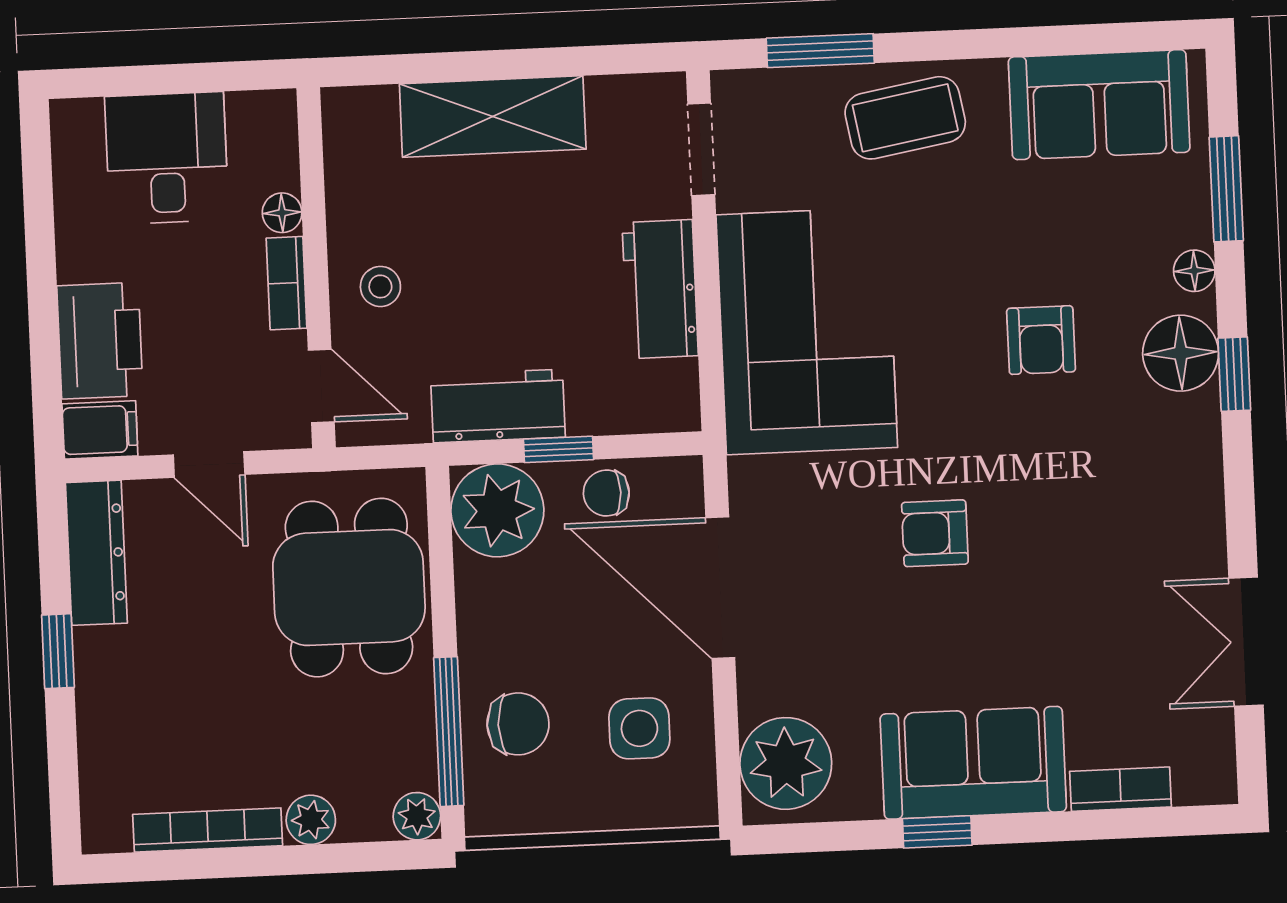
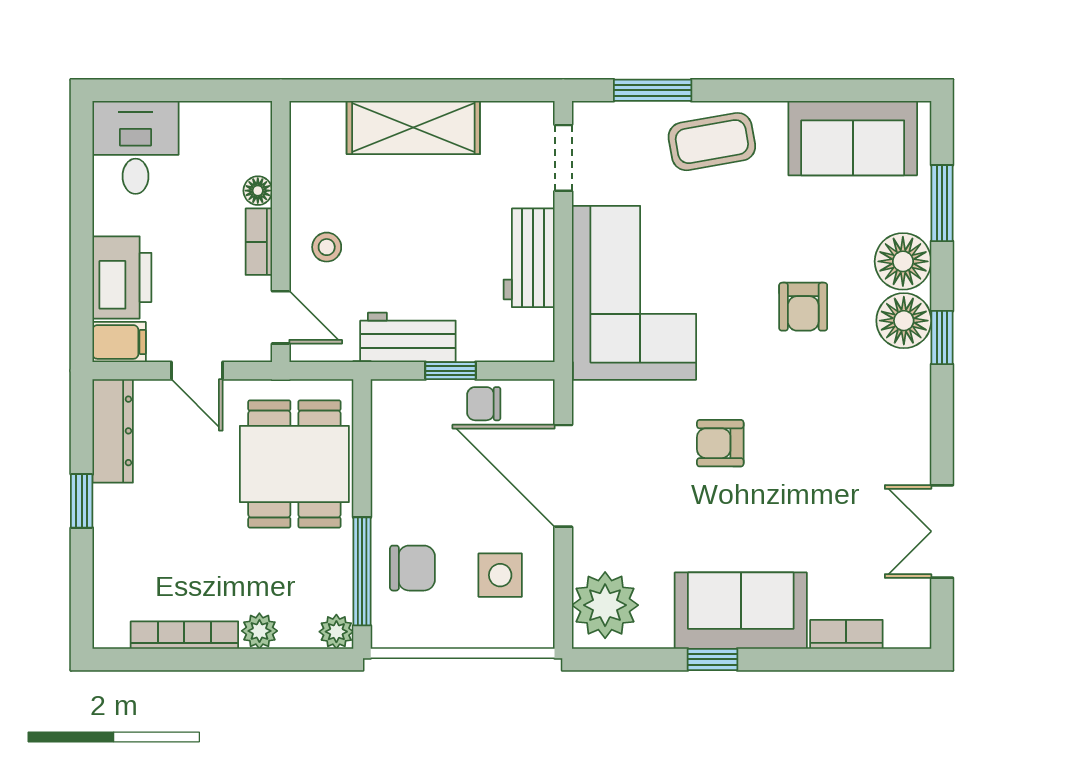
desk: (167, 158) -> (136, 147), moved
floor lamp: (1194, 271) -> (903, 261), width x1.89, depth x1.89
plant: (497, 510) -> (404, 413), removed

